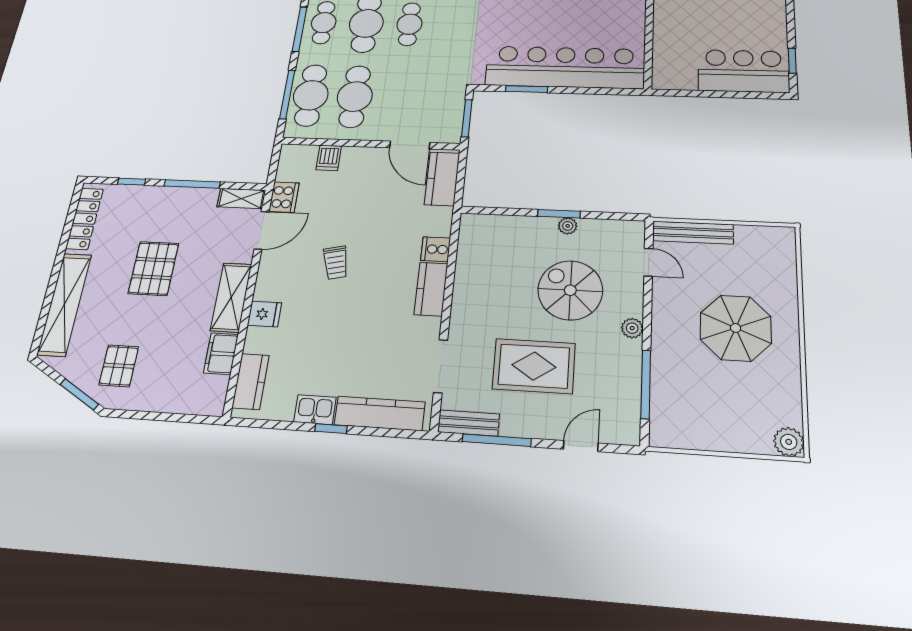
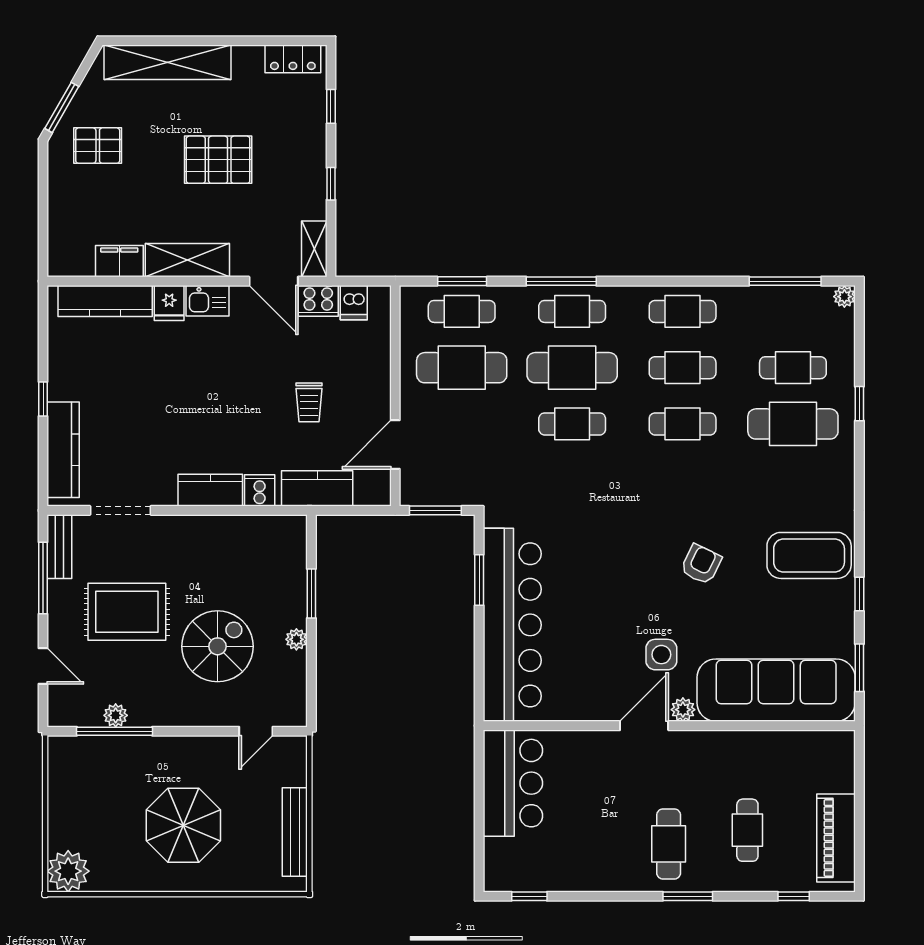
bar counter: (743, 71) -> (513, 783), moved
window: (287, 94) -> (462, 281), width x0.69
cafe table: (311, 95) -> (462, 311), width x0.73, depth x0.74
dishwasher: (329, 158) -> (354, 303), moved, turned -90
kitchen counter: (442, 179) -> (317, 488), moved
window: (192, 184) -> (331, 184), width x0.46
window: (559, 214) -> (311, 593), moved
locker: (85, 219) -> (293, 59), width x0.66
bench: (693, 233) -> (295, 832), moved
trolley: (336, 263) -> (309, 402), moved, turned -77
plant: (632, 328) -> (116, 715), moved
rug: (534, 366) -> (127, 612), turned 90
kitchen counter: (251, 381) -> (105, 301), width x1.50
kitchen sink: (315, 410) -> (207, 301), moved, turned 90
plant: (789, 442) -> (68, 871), width x1.36, depth x1.36

